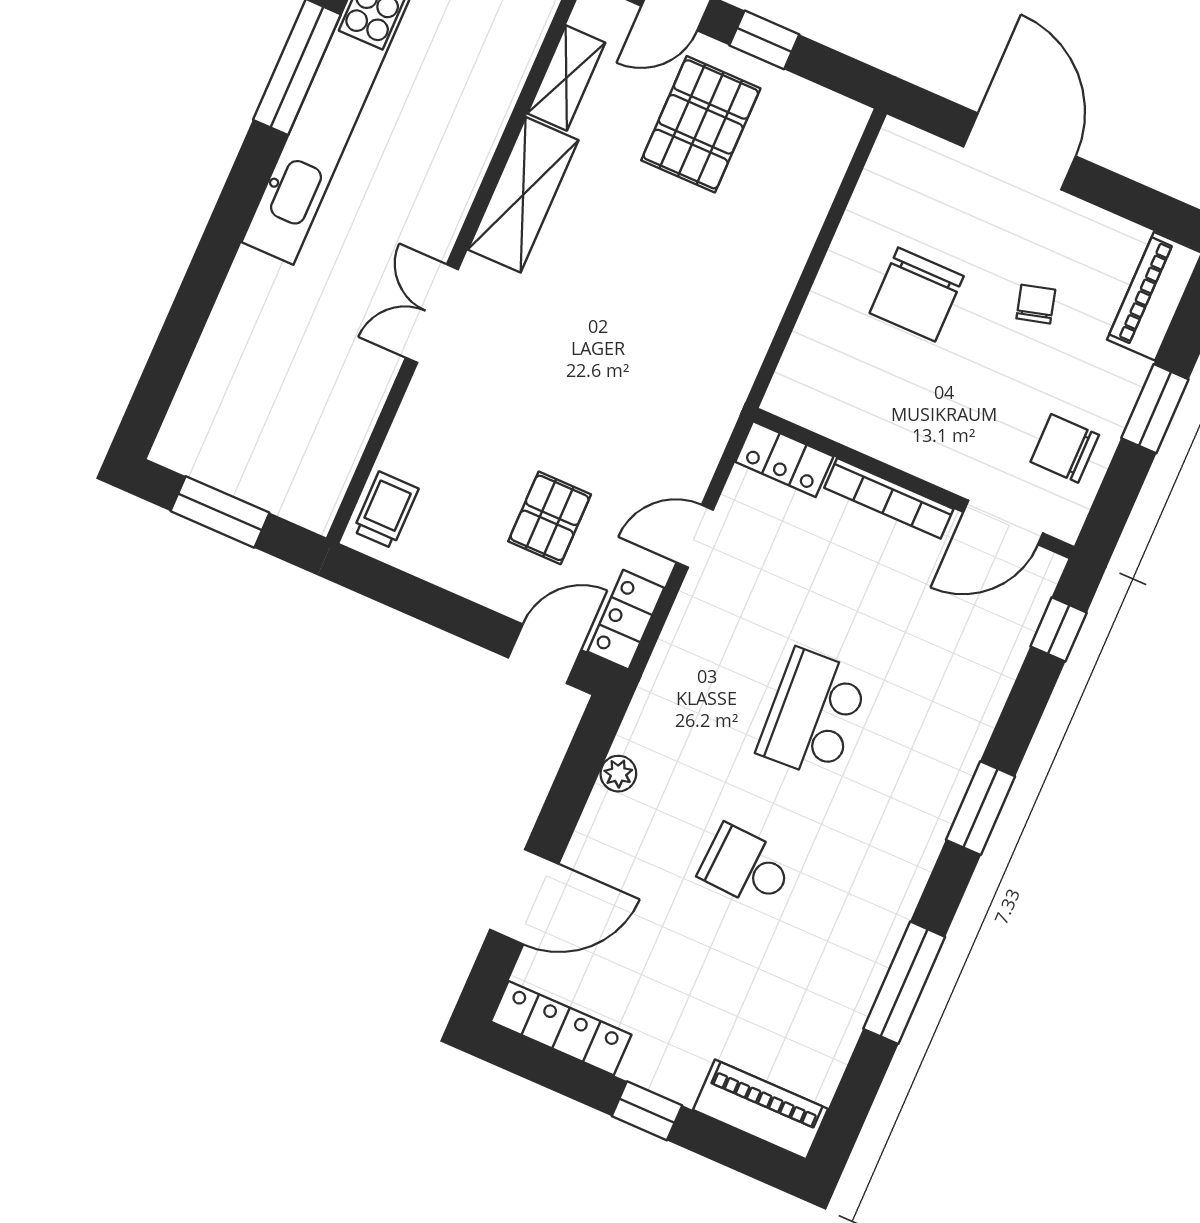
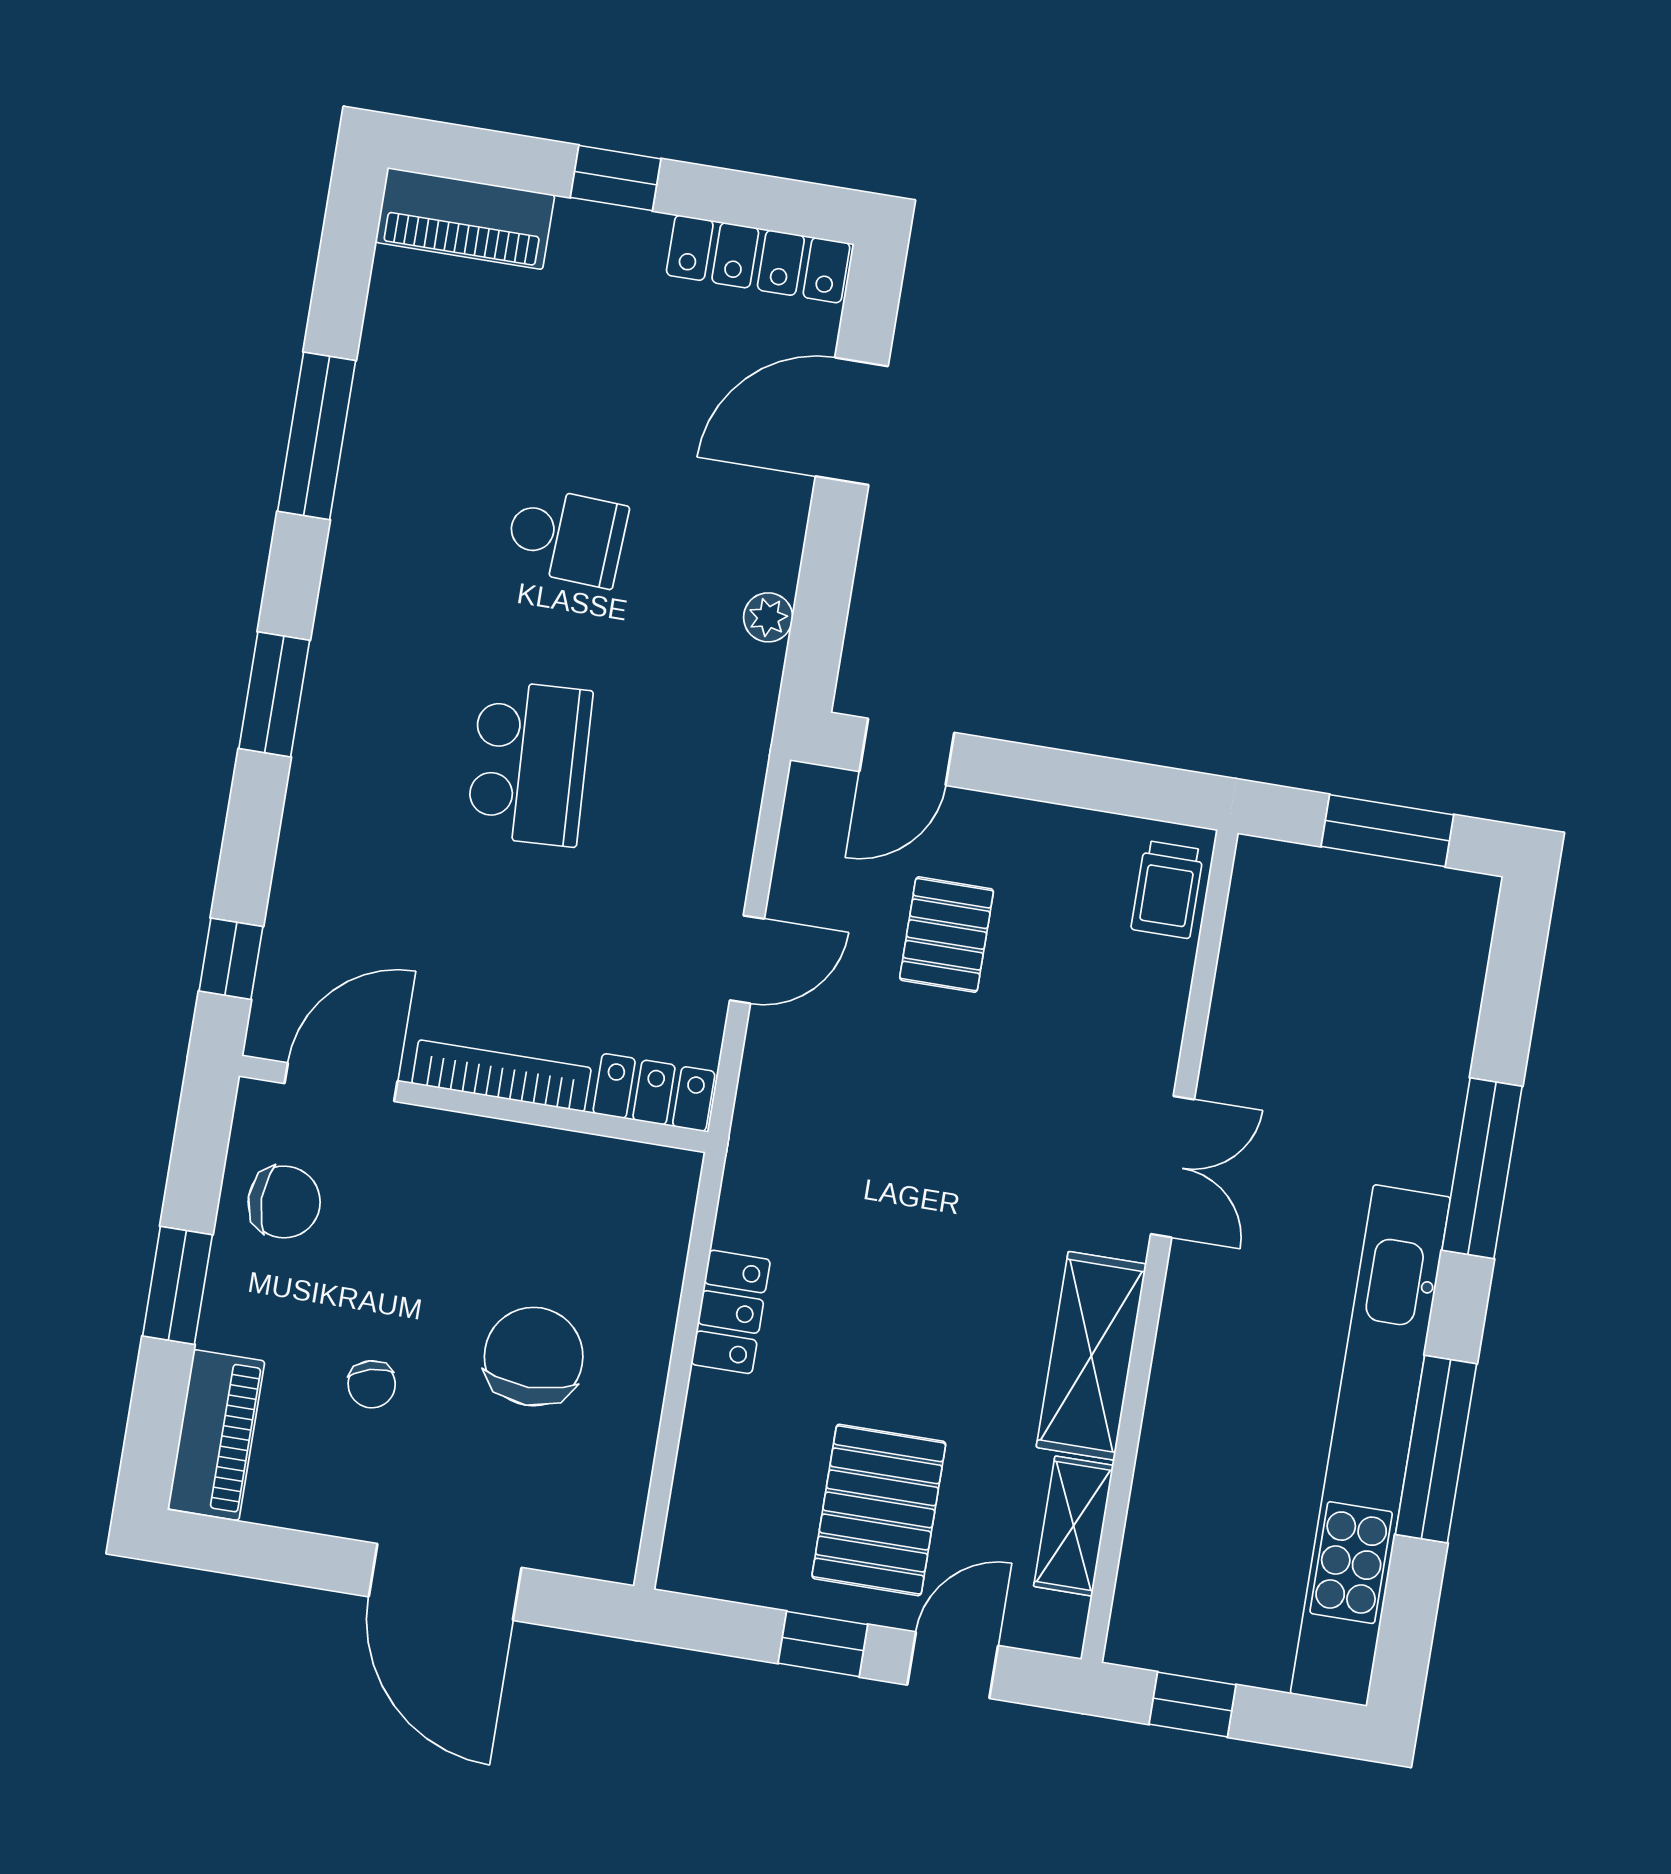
window: (214, 257) -> (1482, 1168), added
locker: (626, 620) -> (731, 1312), moved

